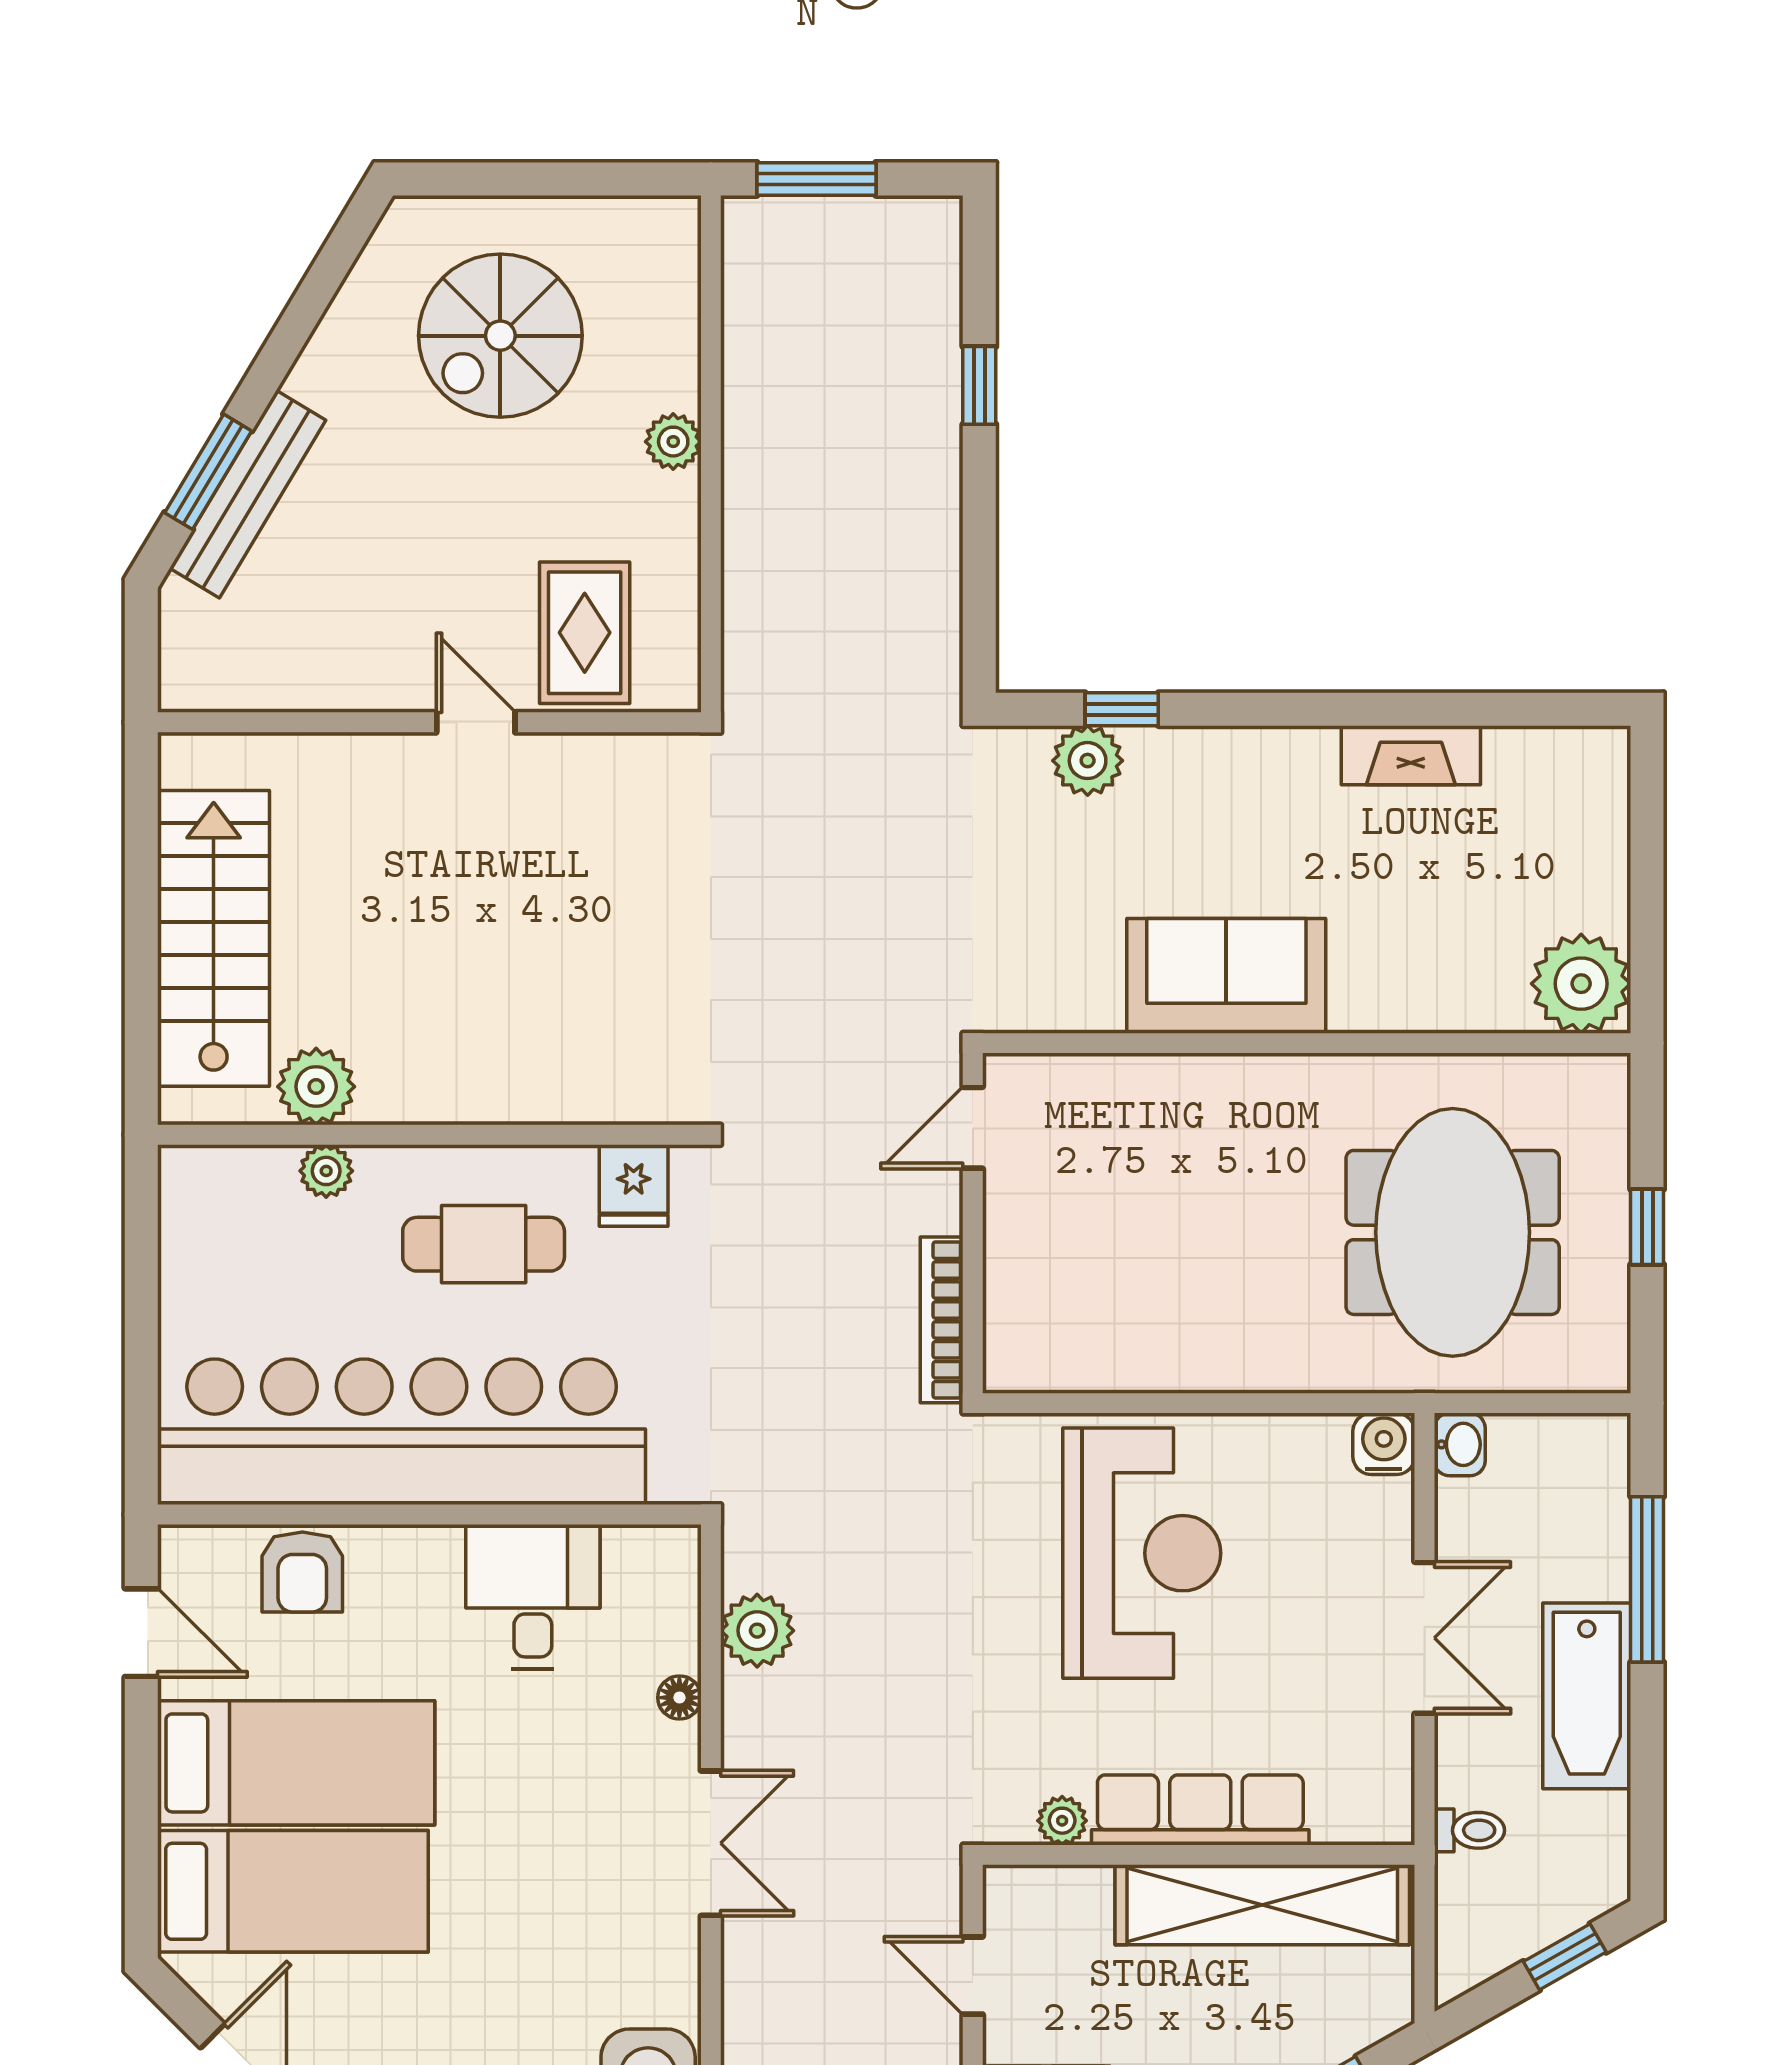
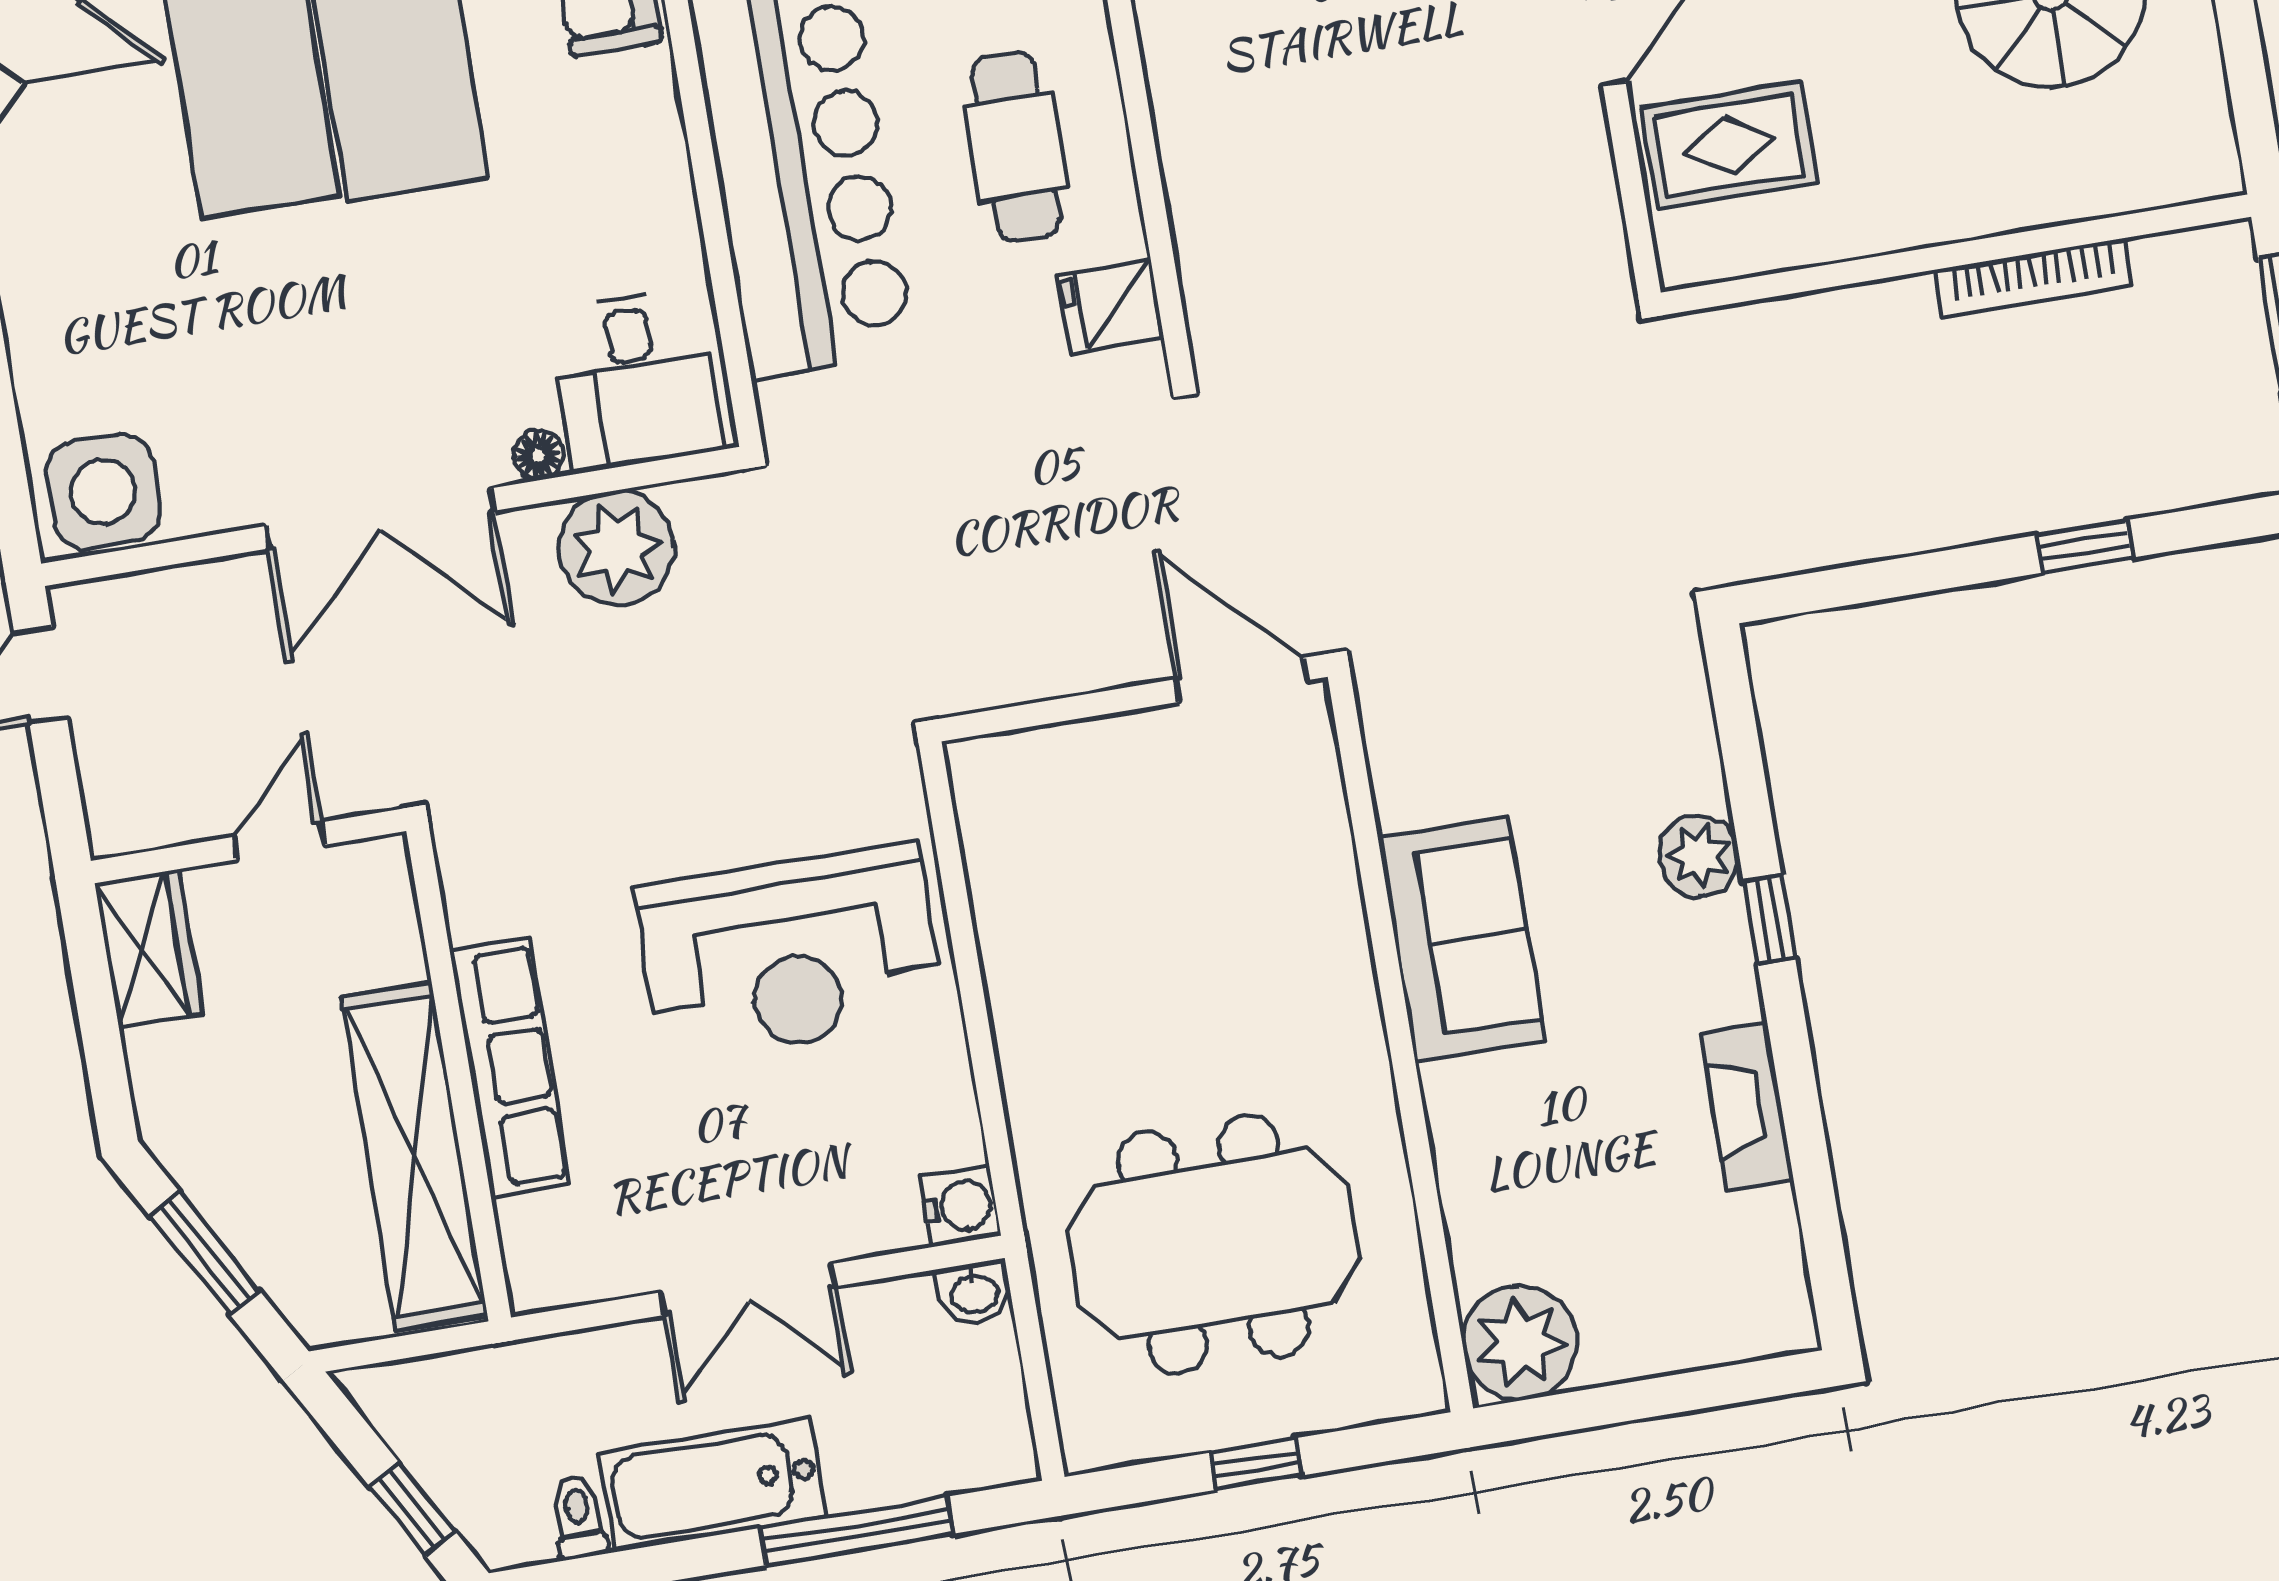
plant: (673, 442) -> (1963, 210), removed
window: (1122, 709) -> (1769, 919), moved
plant: (1088, 761) -> (1699, 856), moved
door: (973, 1128) -> (1241, 680), width x1.38
bookcase: (942, 1320) -> (2034, 278), moved, turned 180
desk: (533, 1596) -> (635, 380), moved, turned 90
plant: (757, 1631) -> (617, 548), width x1.36, depth x1.36
plant: (1062, 1821) -> (472, 913), removed
toilet: (1469, 1830) -> (578, 1517), moved, turned 180
double door: (711, 1843) -> (379, 519), width x1.37

